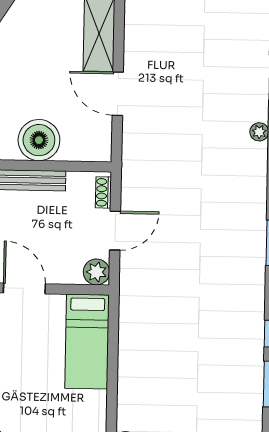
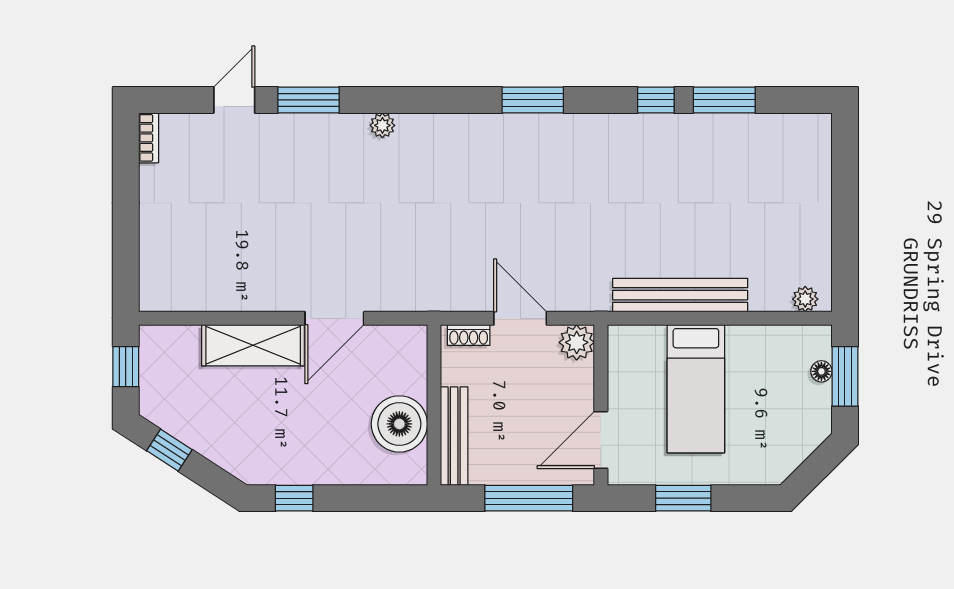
bed: (87, 342) -> (696, 389), moved, turned 90
bench: (130, 349) -> (680, 295), added

